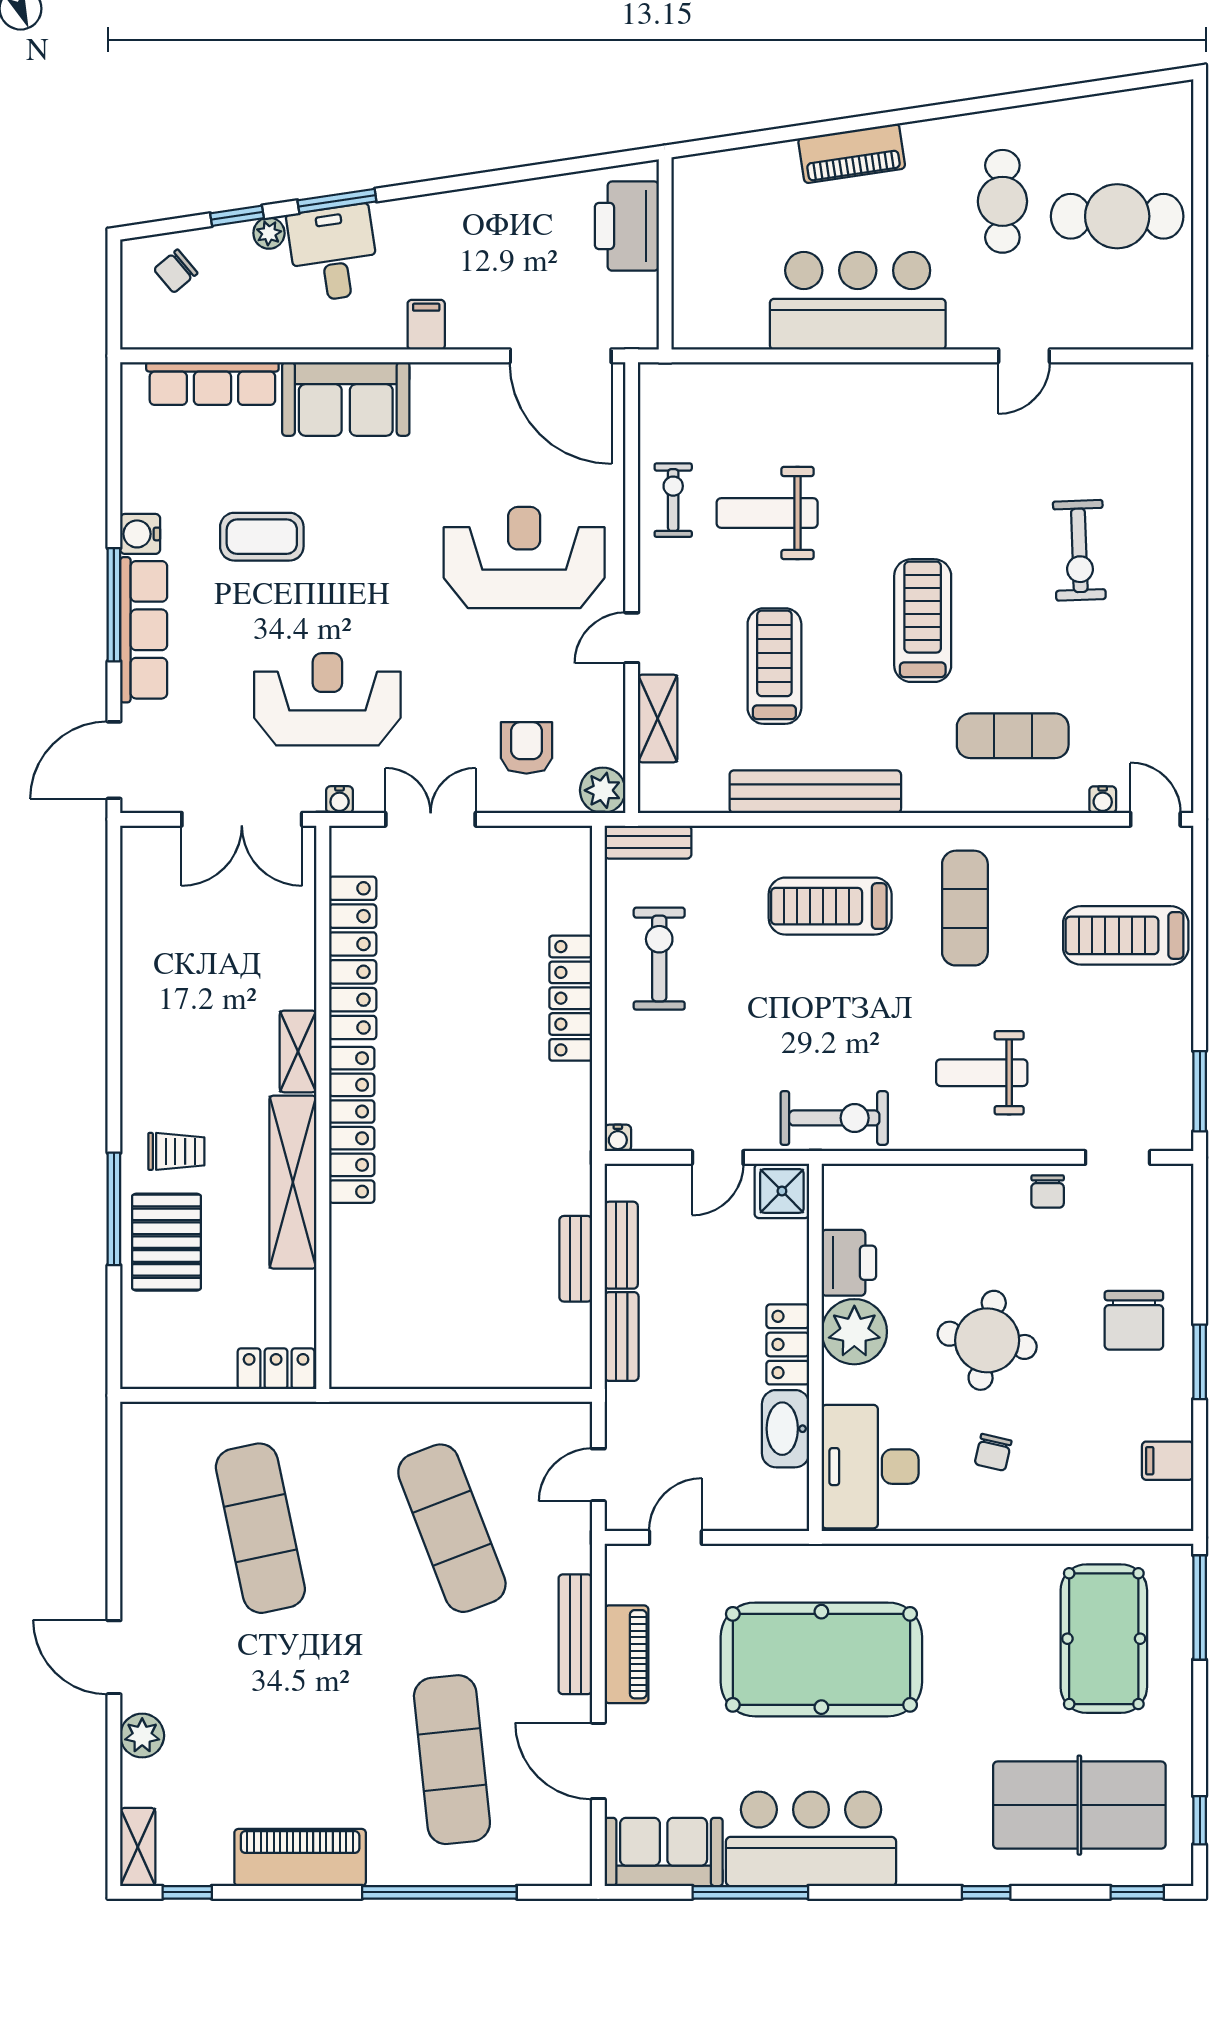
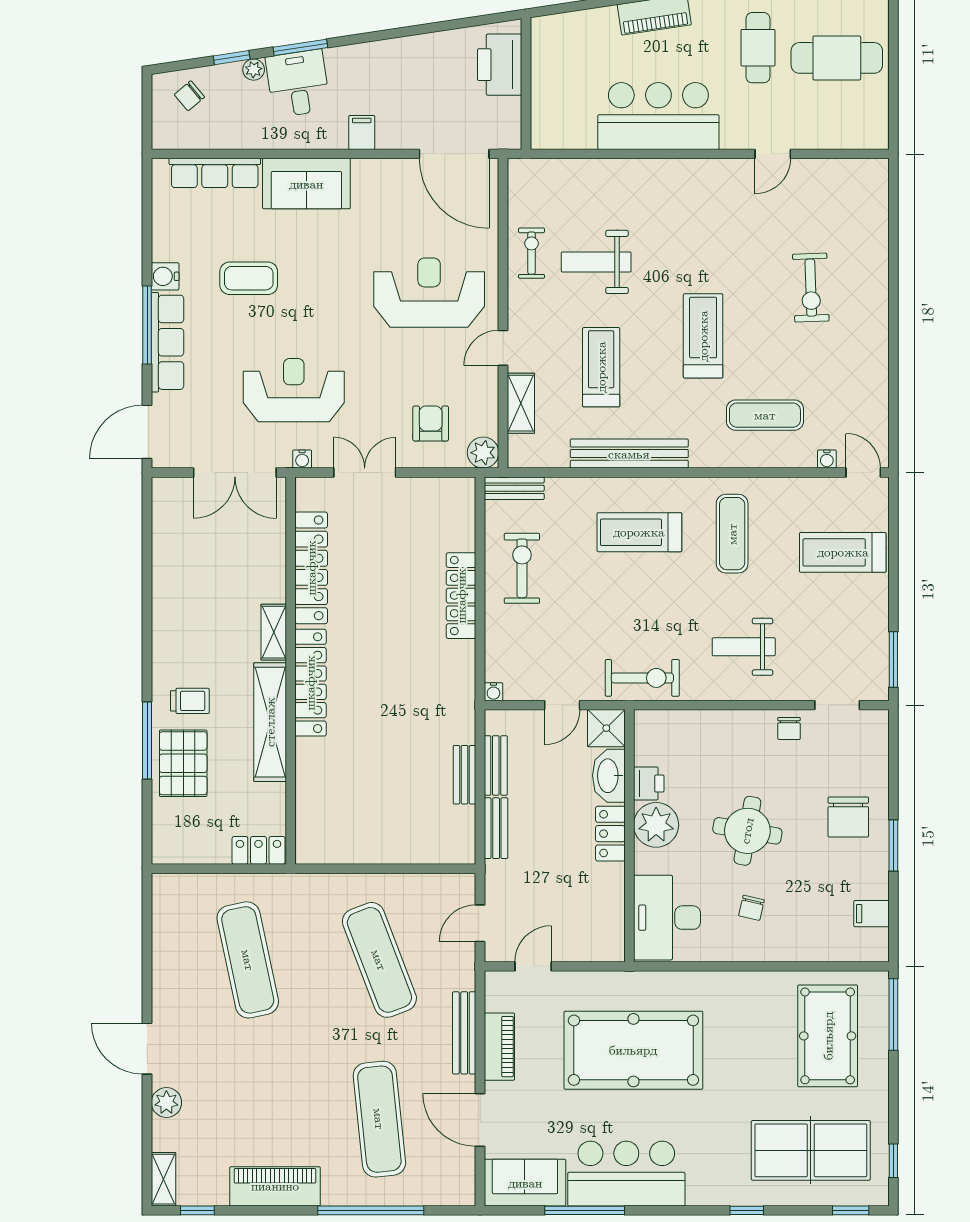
printer: (849, 1263) -> (649, 784), width x0.73, depth x0.81
washbasin: (786, 1429) -> (609, 776), moved

